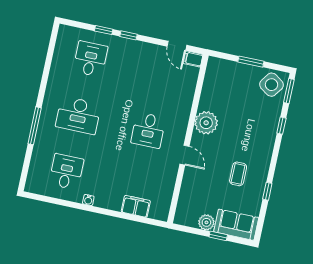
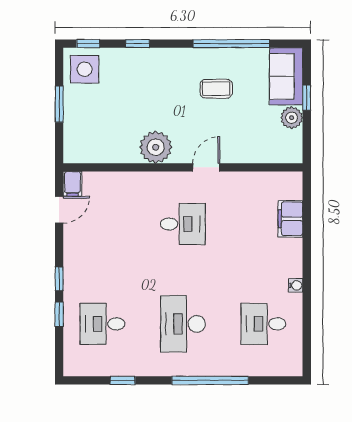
window: (48, 65) -> (123, 380), added
side table: (272, 85) -> (85, 69), turned -35
window: (289, 91) -> (88, 44), width x0.67
desk: (78, 115) -> (183, 324), turned 180
window: (35, 126) -> (210, 380), width x1.46
window: (267, 191) -> (231, 44), width x3.17

